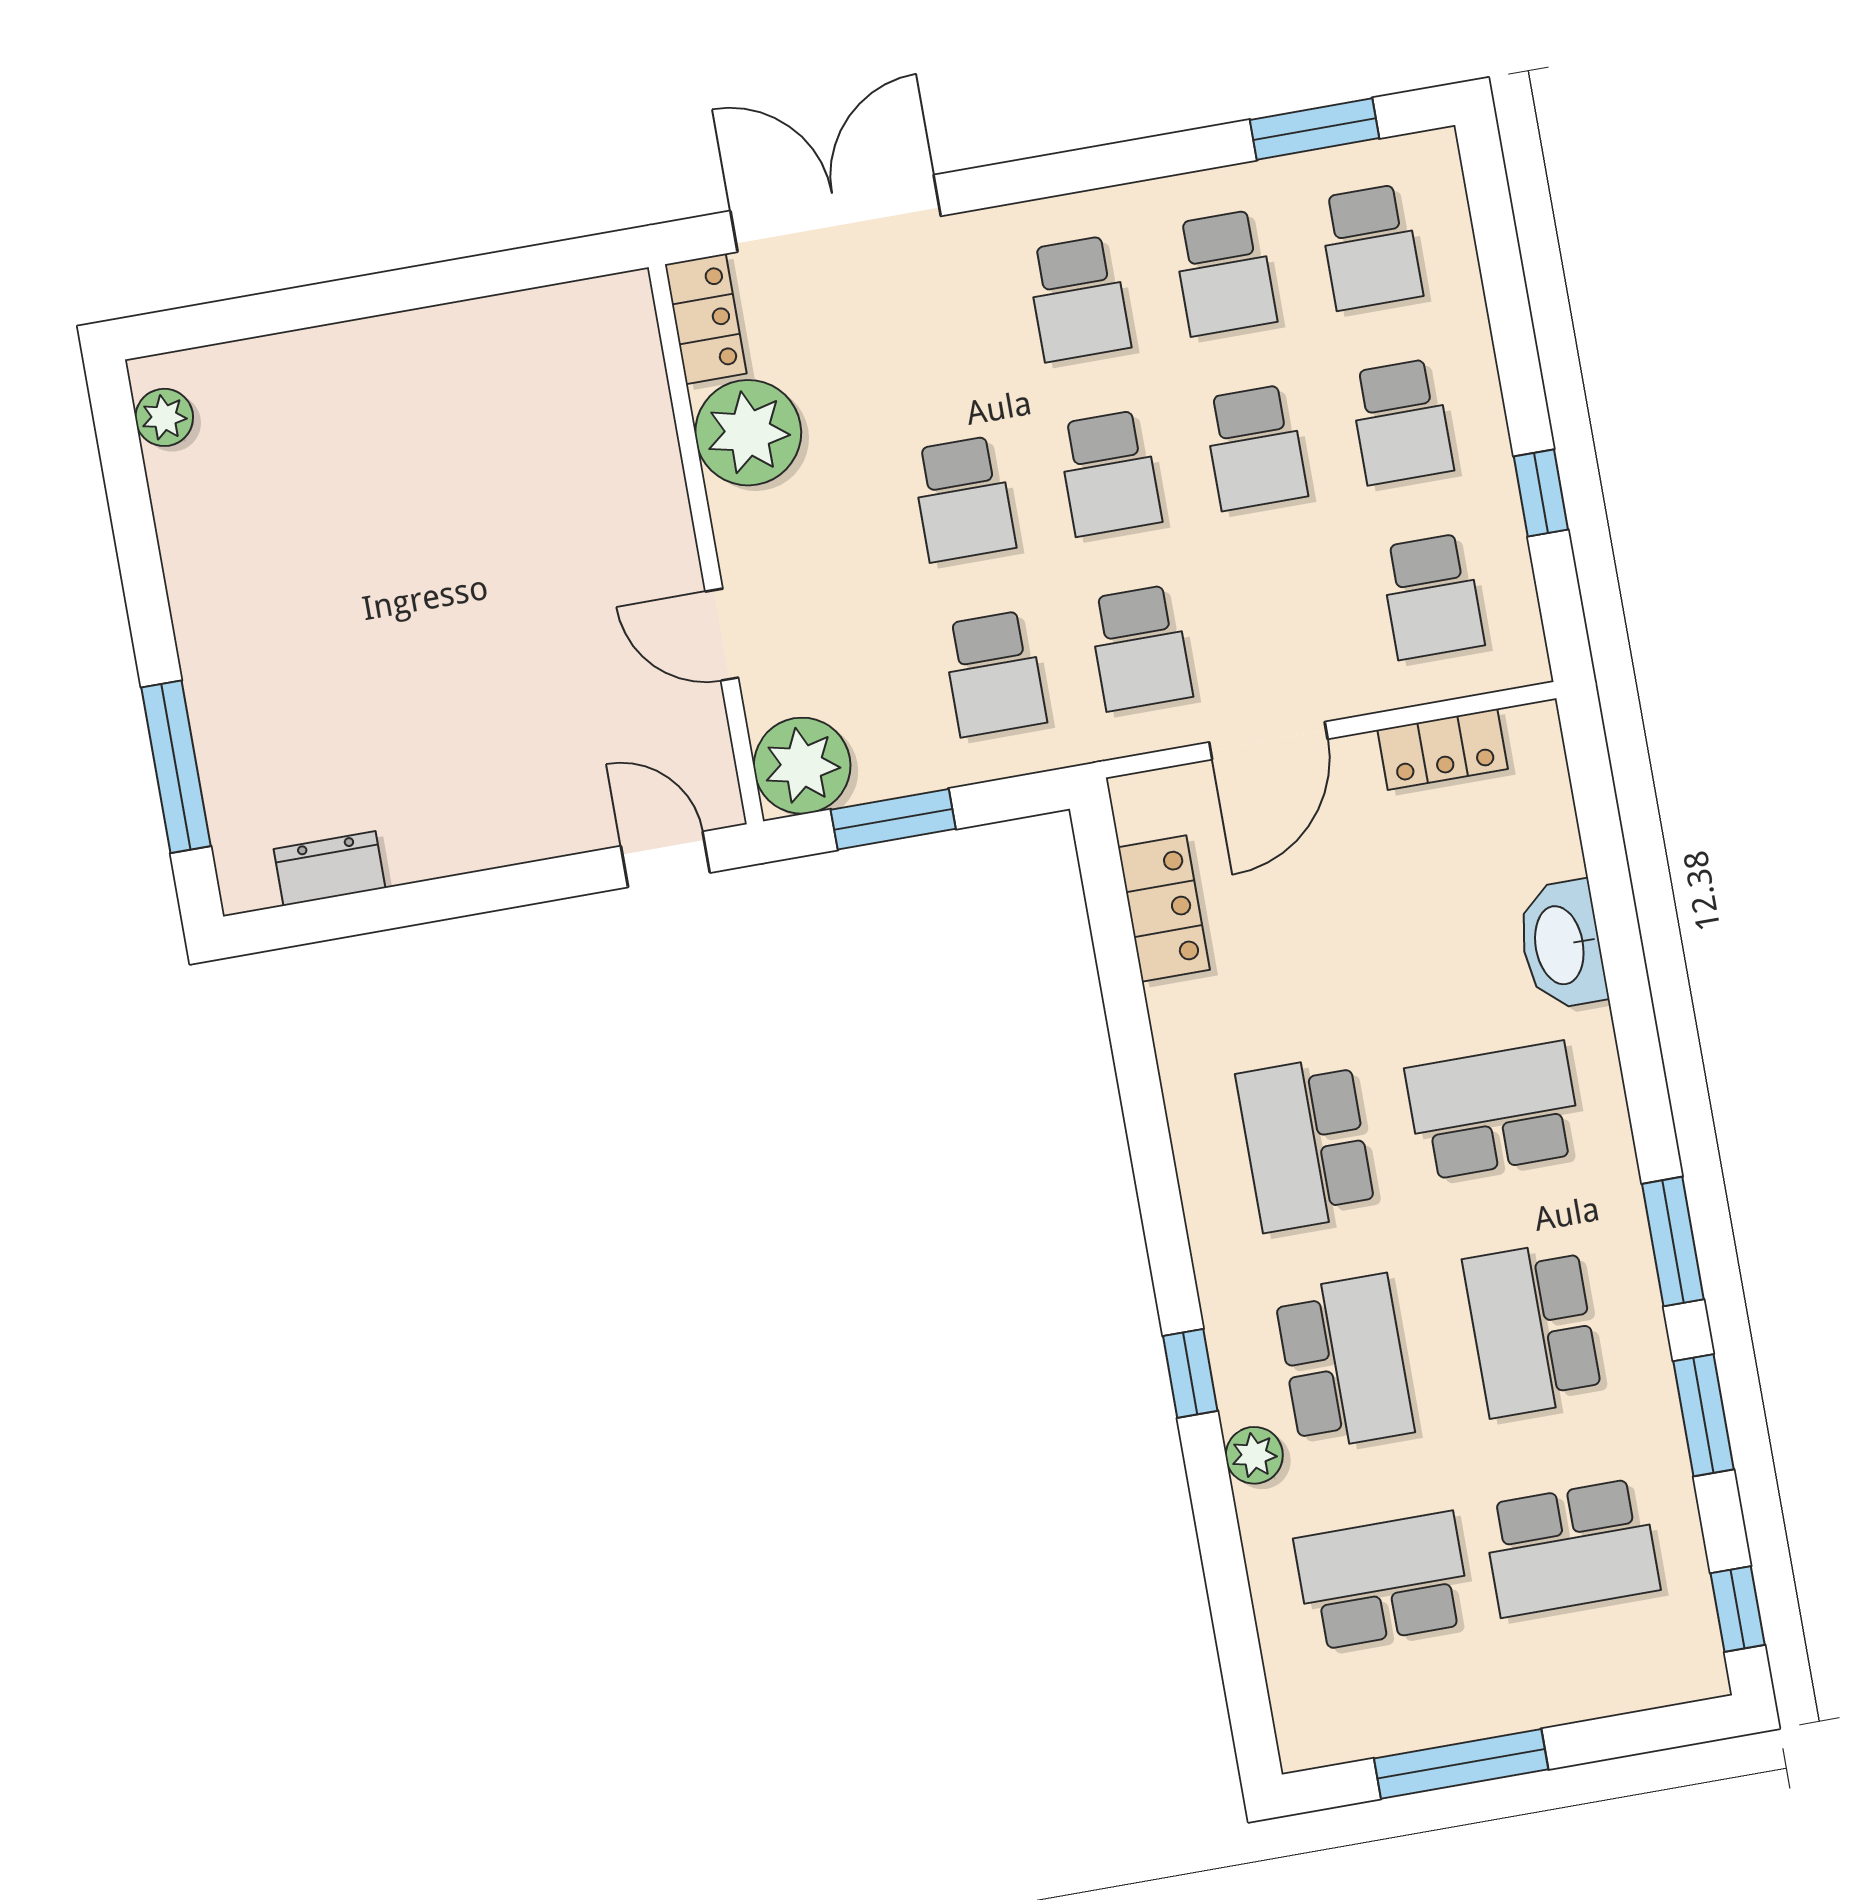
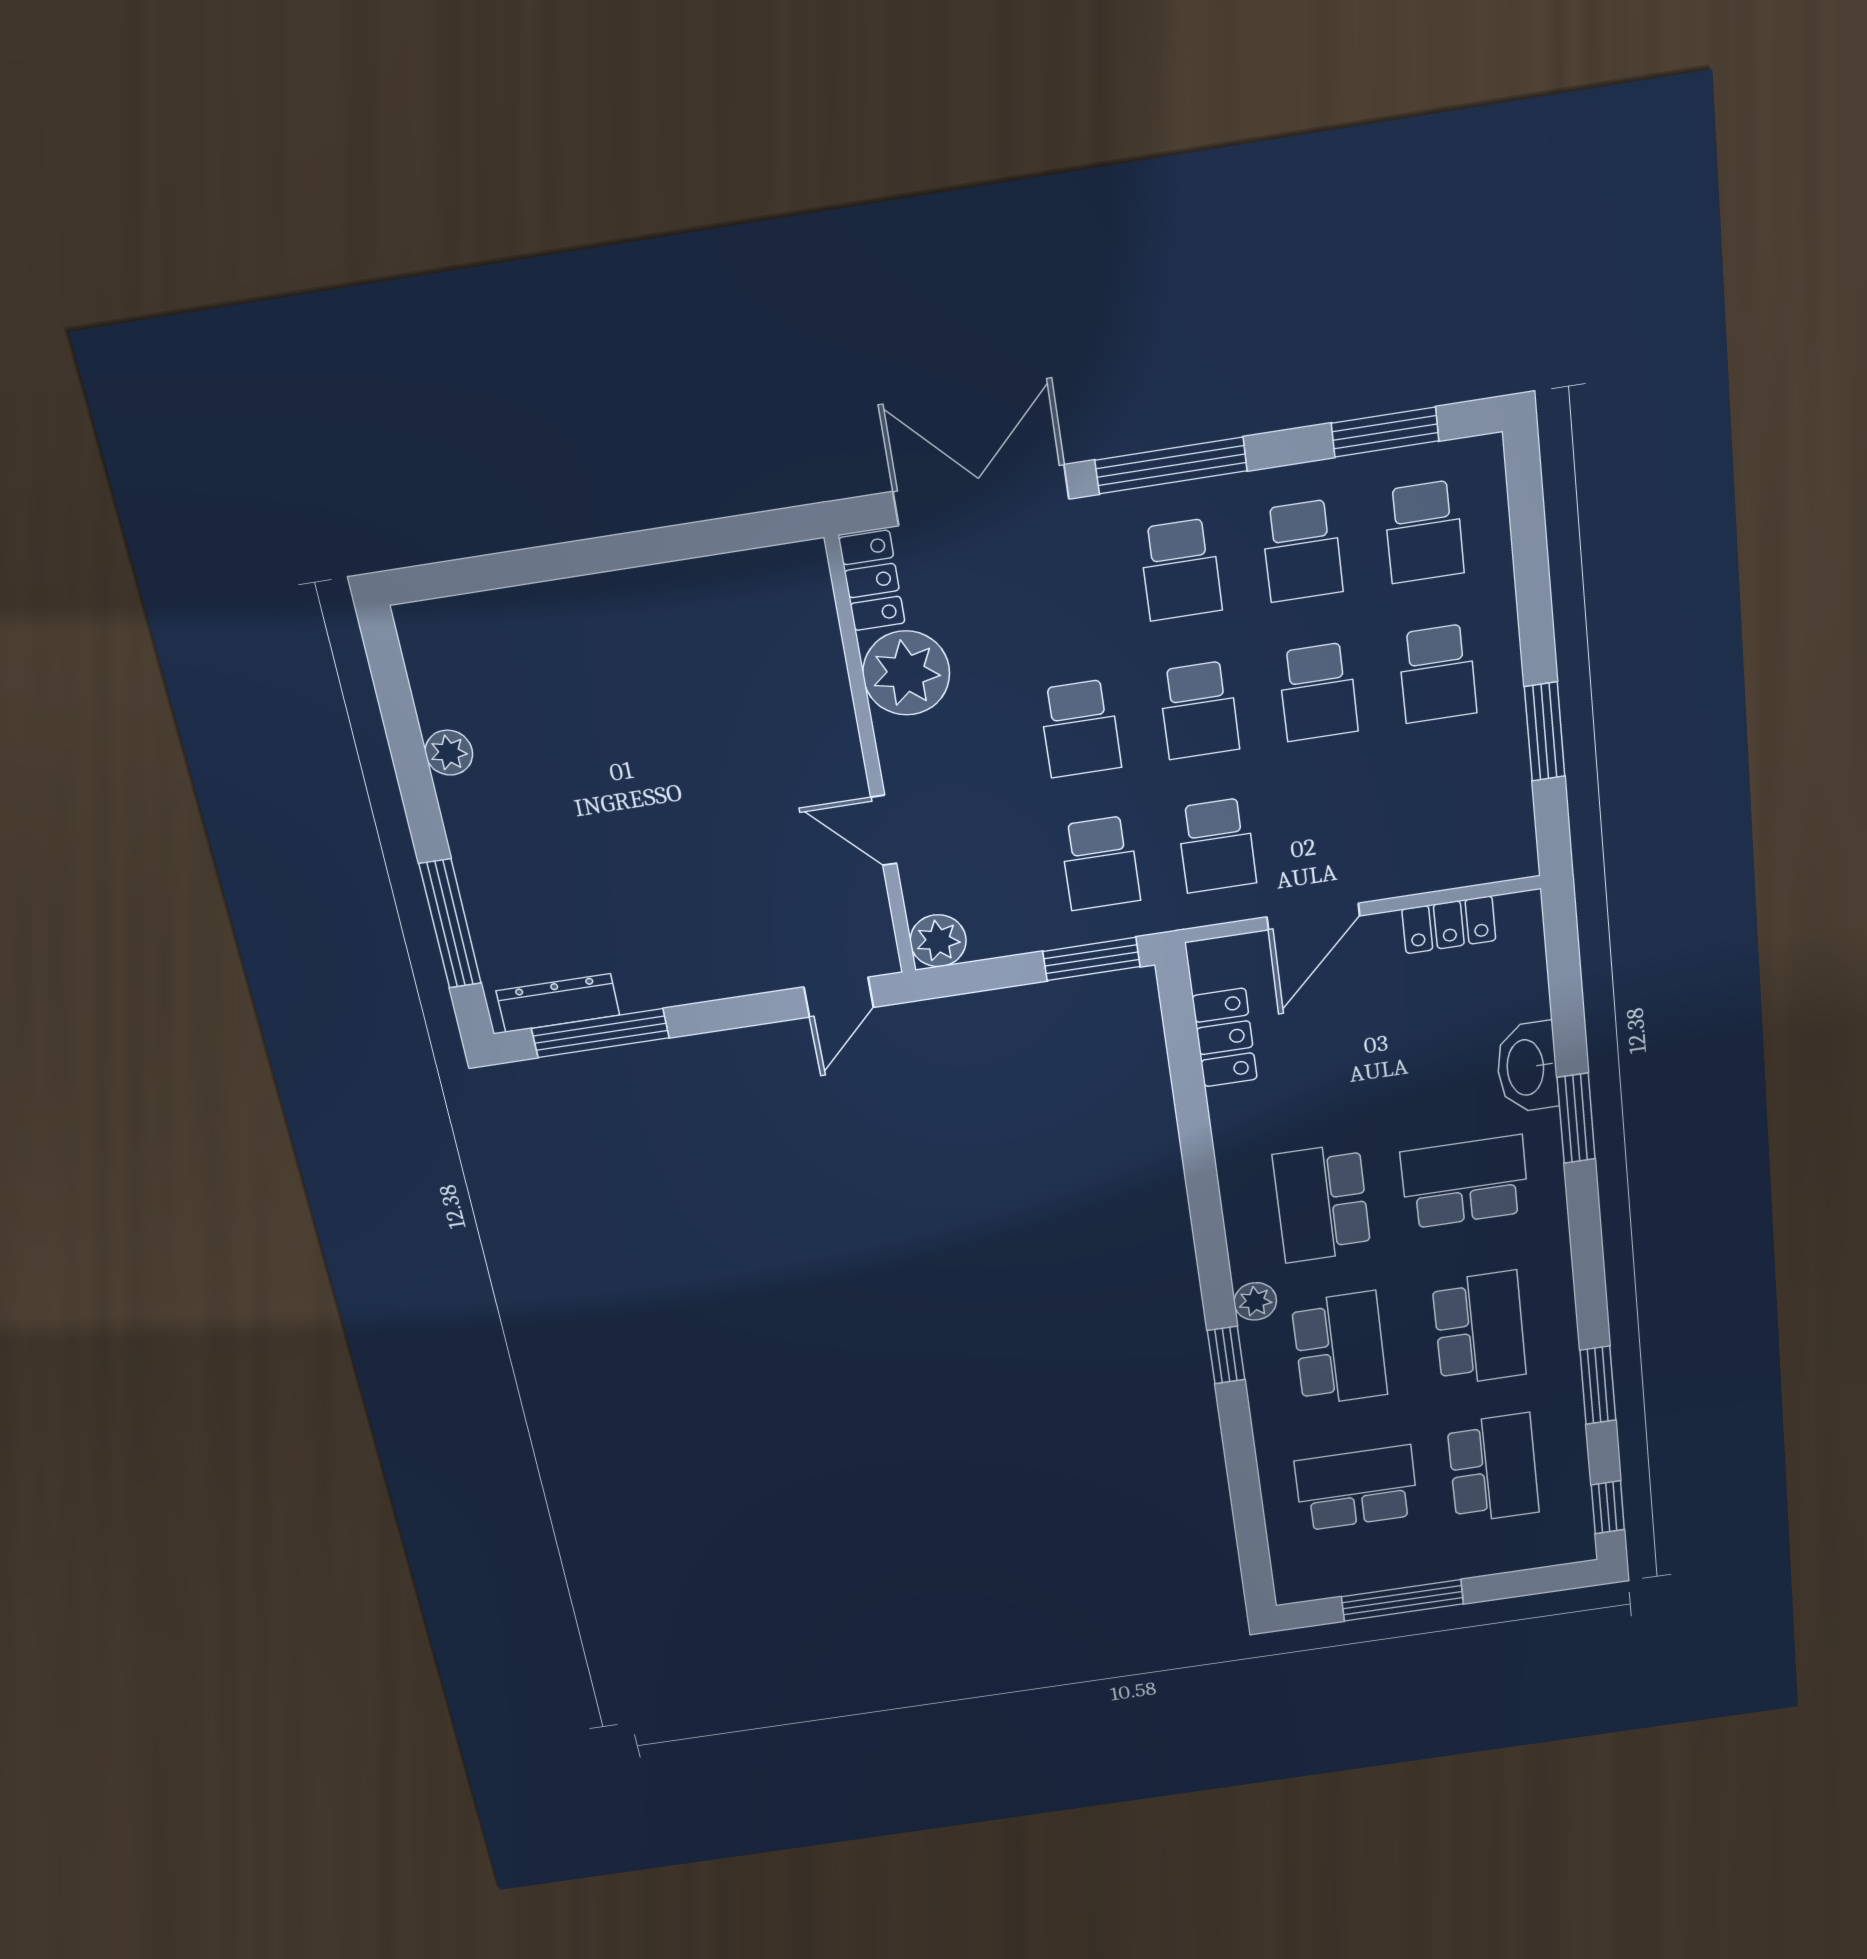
window: (1061, 174) -> (1171, 465), added
plant: (164, 417) -> (449, 753), moved
window: (1541, 493) -> (1545, 732), width x1.50
school desk: (1432, 596) -> (1450, 810), removed
plant: (802, 766) -> (938, 941), width x0.73, depth x0.73
window: (893, 819) -> (1091, 959), moved
door: (665, 859) -> (839, 997), swing flipped
dresser: (330, 868) -> (558, 1003), width x1.44
window: (360, 913) -> (600, 1033), added
window: (1673, 1242) -> (1576, 1118), moved
school desk: (1532, 1329) -> (1479, 1328), turned 180
plant: (1254, 1455) -> (1255, 1301), moved
school desk: (1571, 1548) -> (1493, 1468), turned -90

